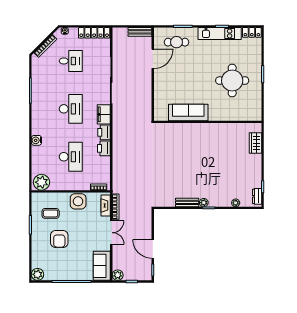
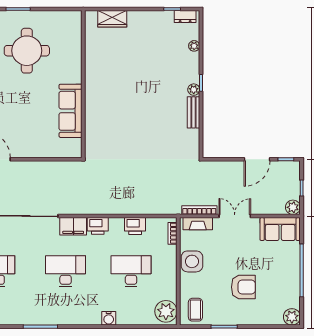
printer: (104, 148) -> (135, 226), moved
coffee table: (51, 213) -> (195, 310), moved

